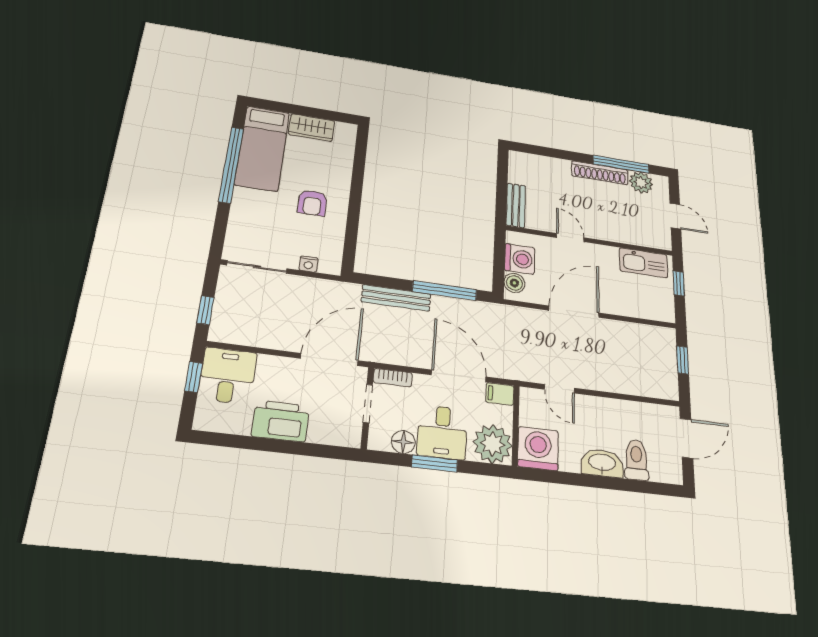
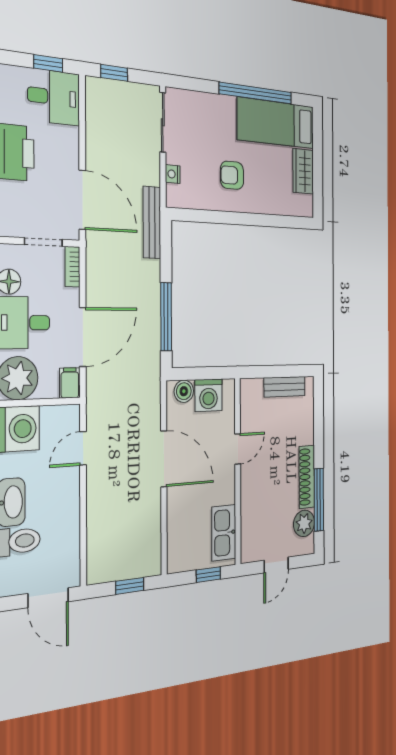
bench: (516, 205) -> (285, 387), moved
bench: (396, 298) -> (152, 222), moved

